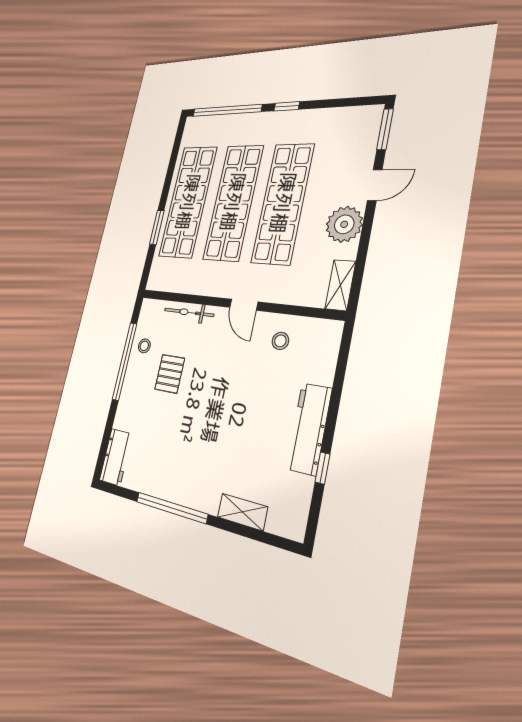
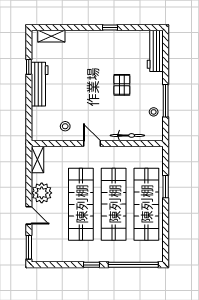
door: (375, 185) -> (29, 215), swing flipped
window: (125, 361) -> (166, 101), width x0.68
pallet: (170, 374) -> (122, 85), moved
workbench: (116, 457) -> (155, 51), width x1.38
window: (171, 508) -> (110, 27), width x0.32
shelving: (242, 512) -> (51, 36), moved

